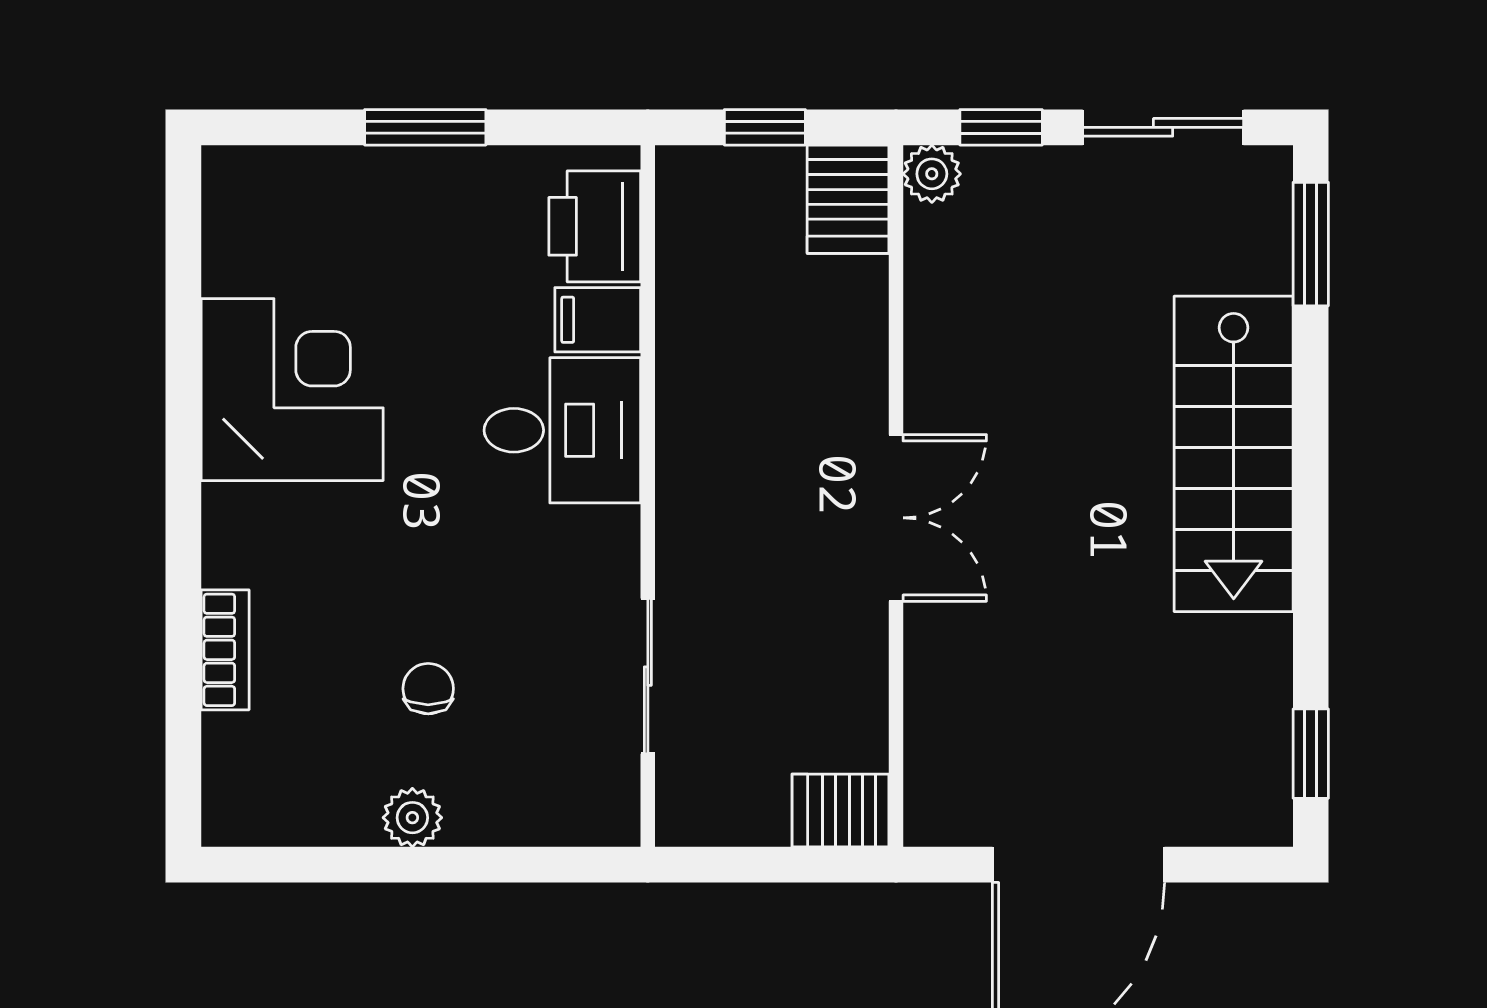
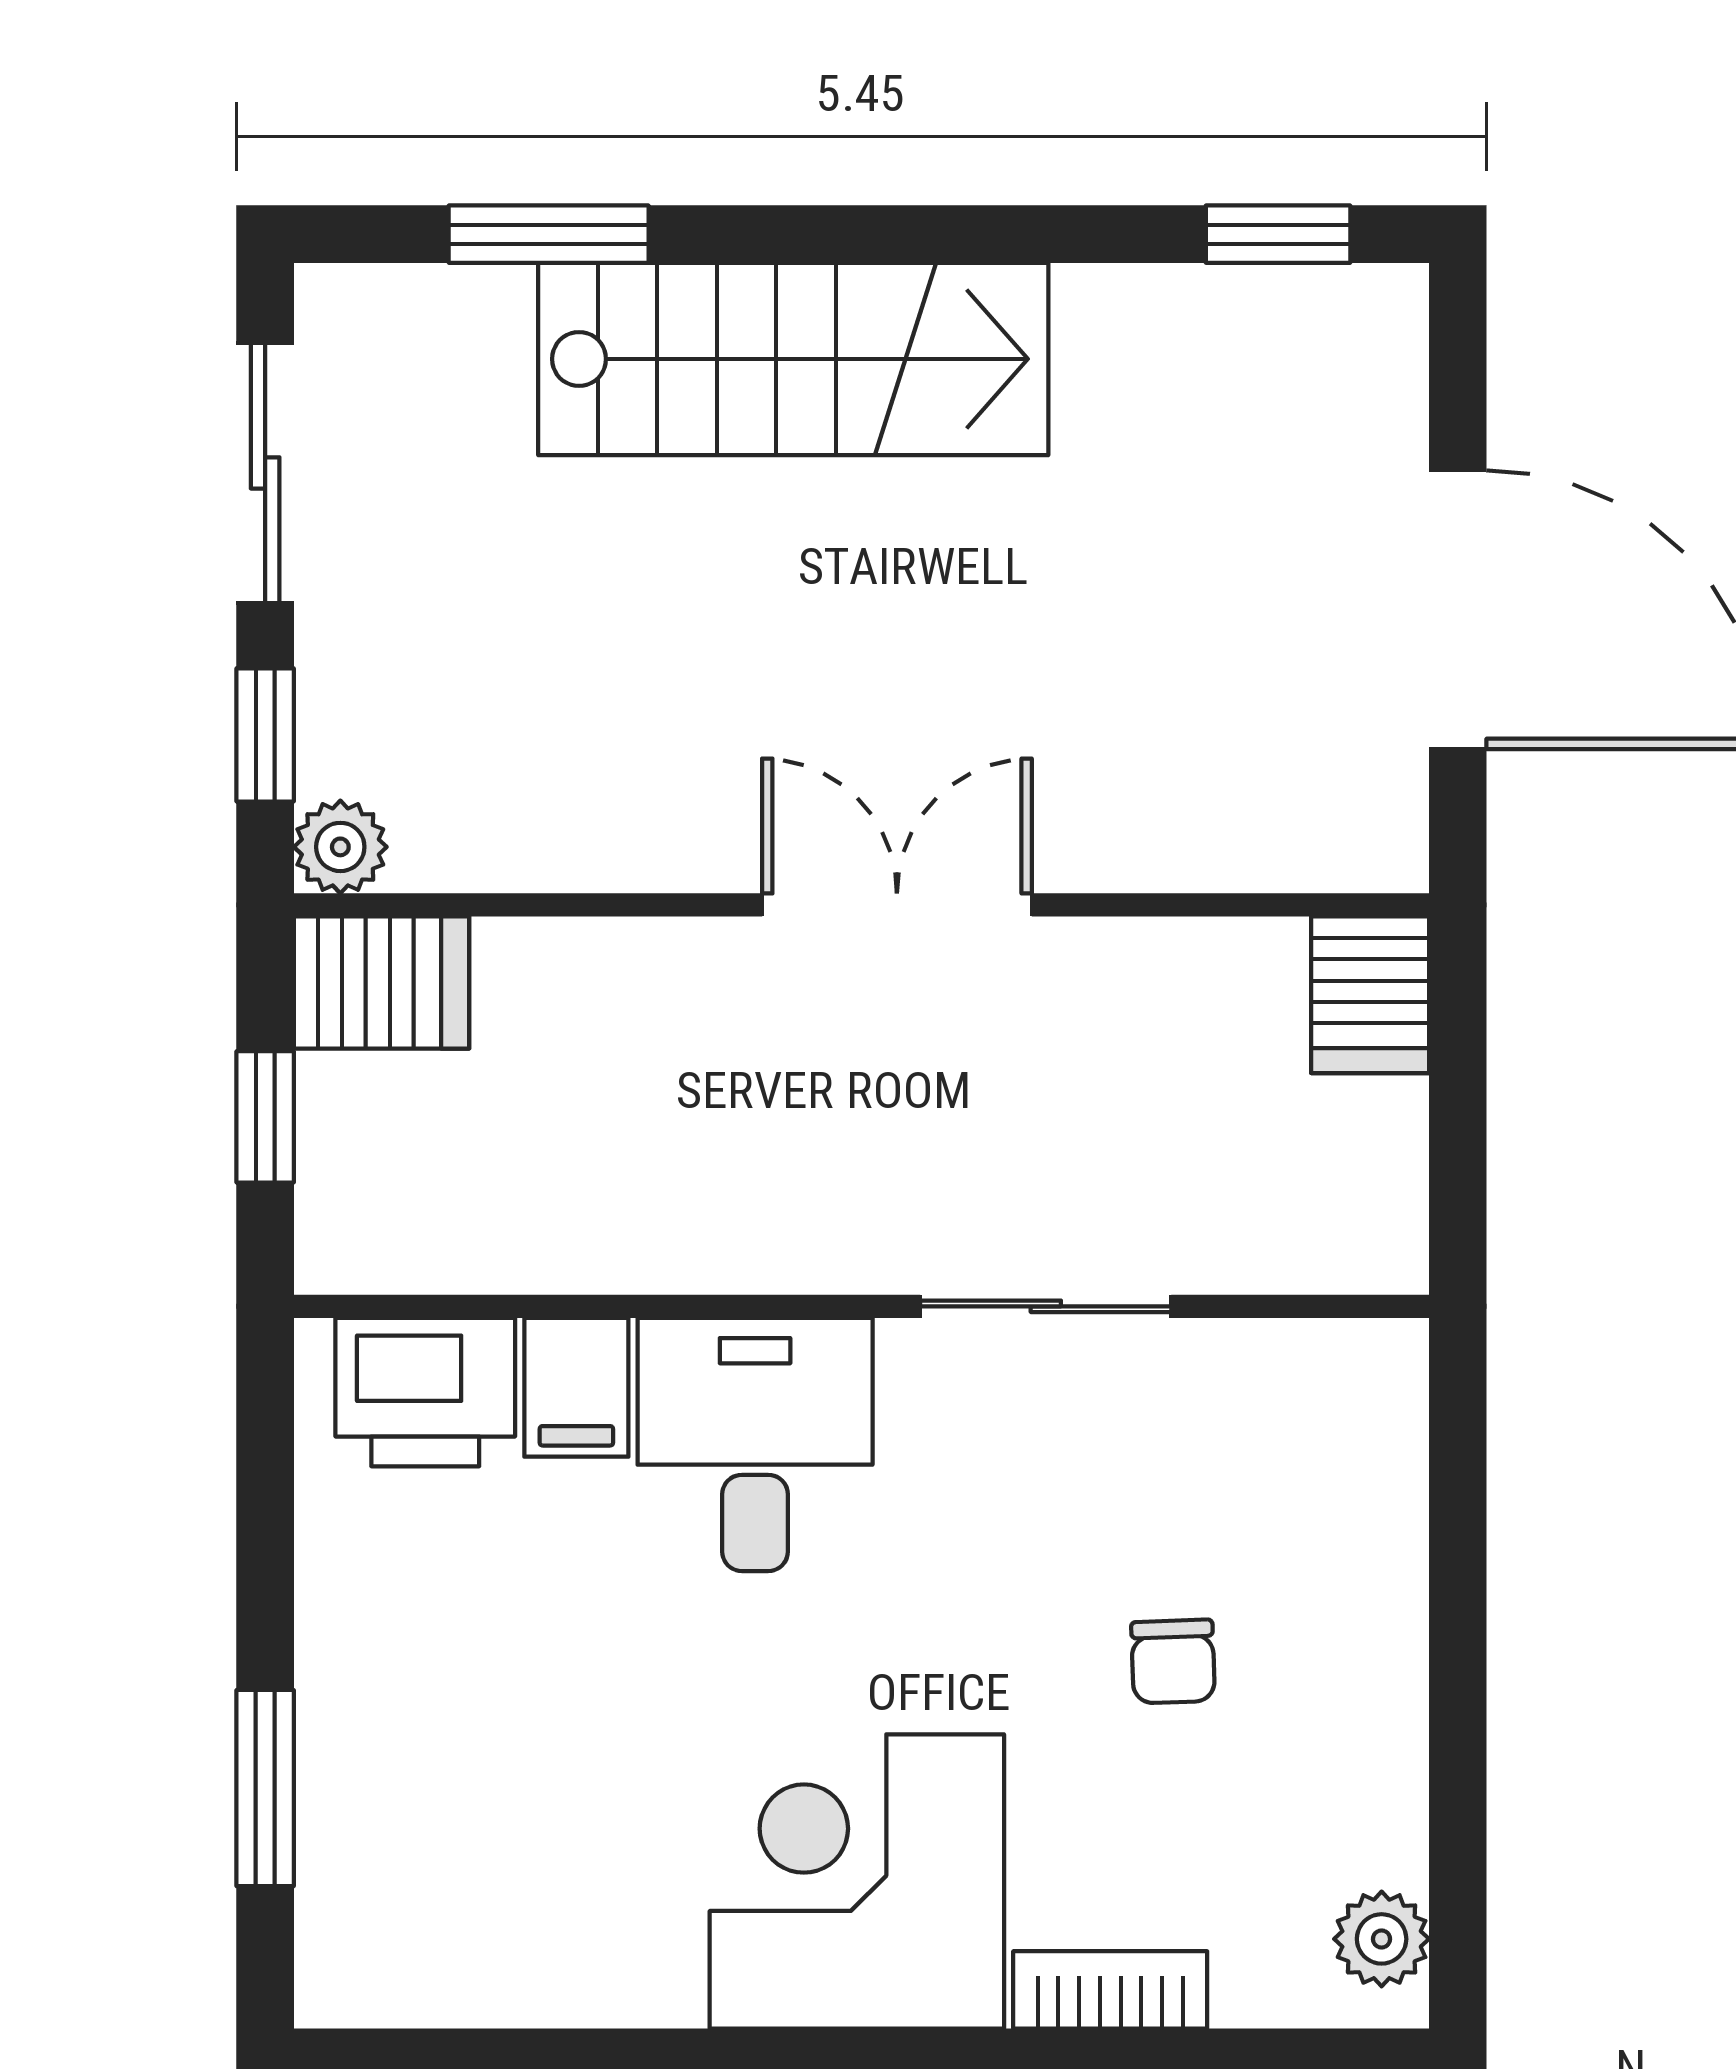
window: (425, 127) -> (265, 1788), moved
window: (1311, 244) -> (549, 234), moved
corner desk: (292, 390) -> (857, 1882), moved
sliding door: (648, 676) -> (1046, 1306), moved
chair: (428, 689) -> (1173, 1661), turned -92
plant: (412, 818) -> (1382, 1939), moved

